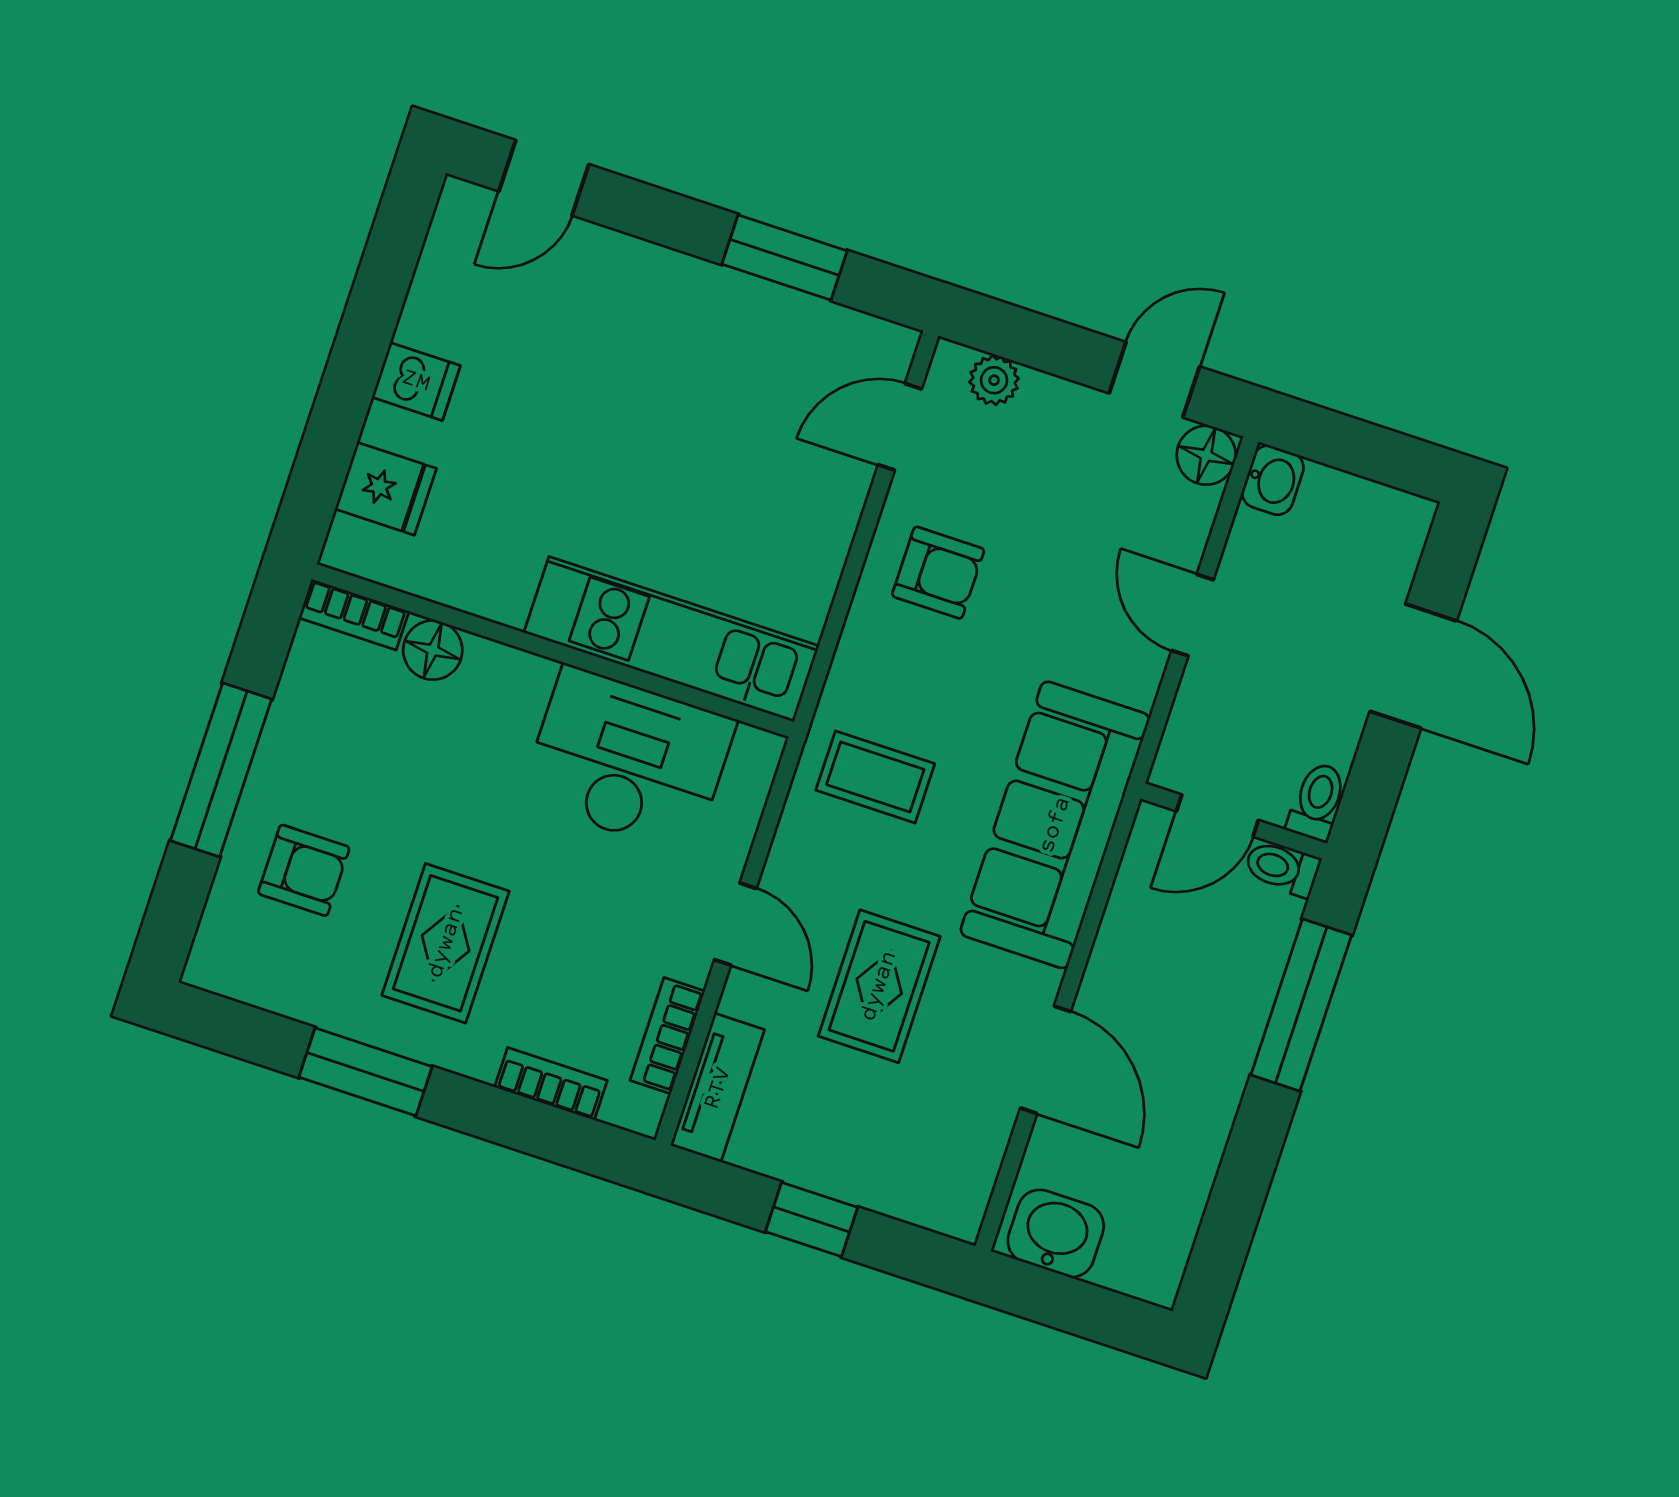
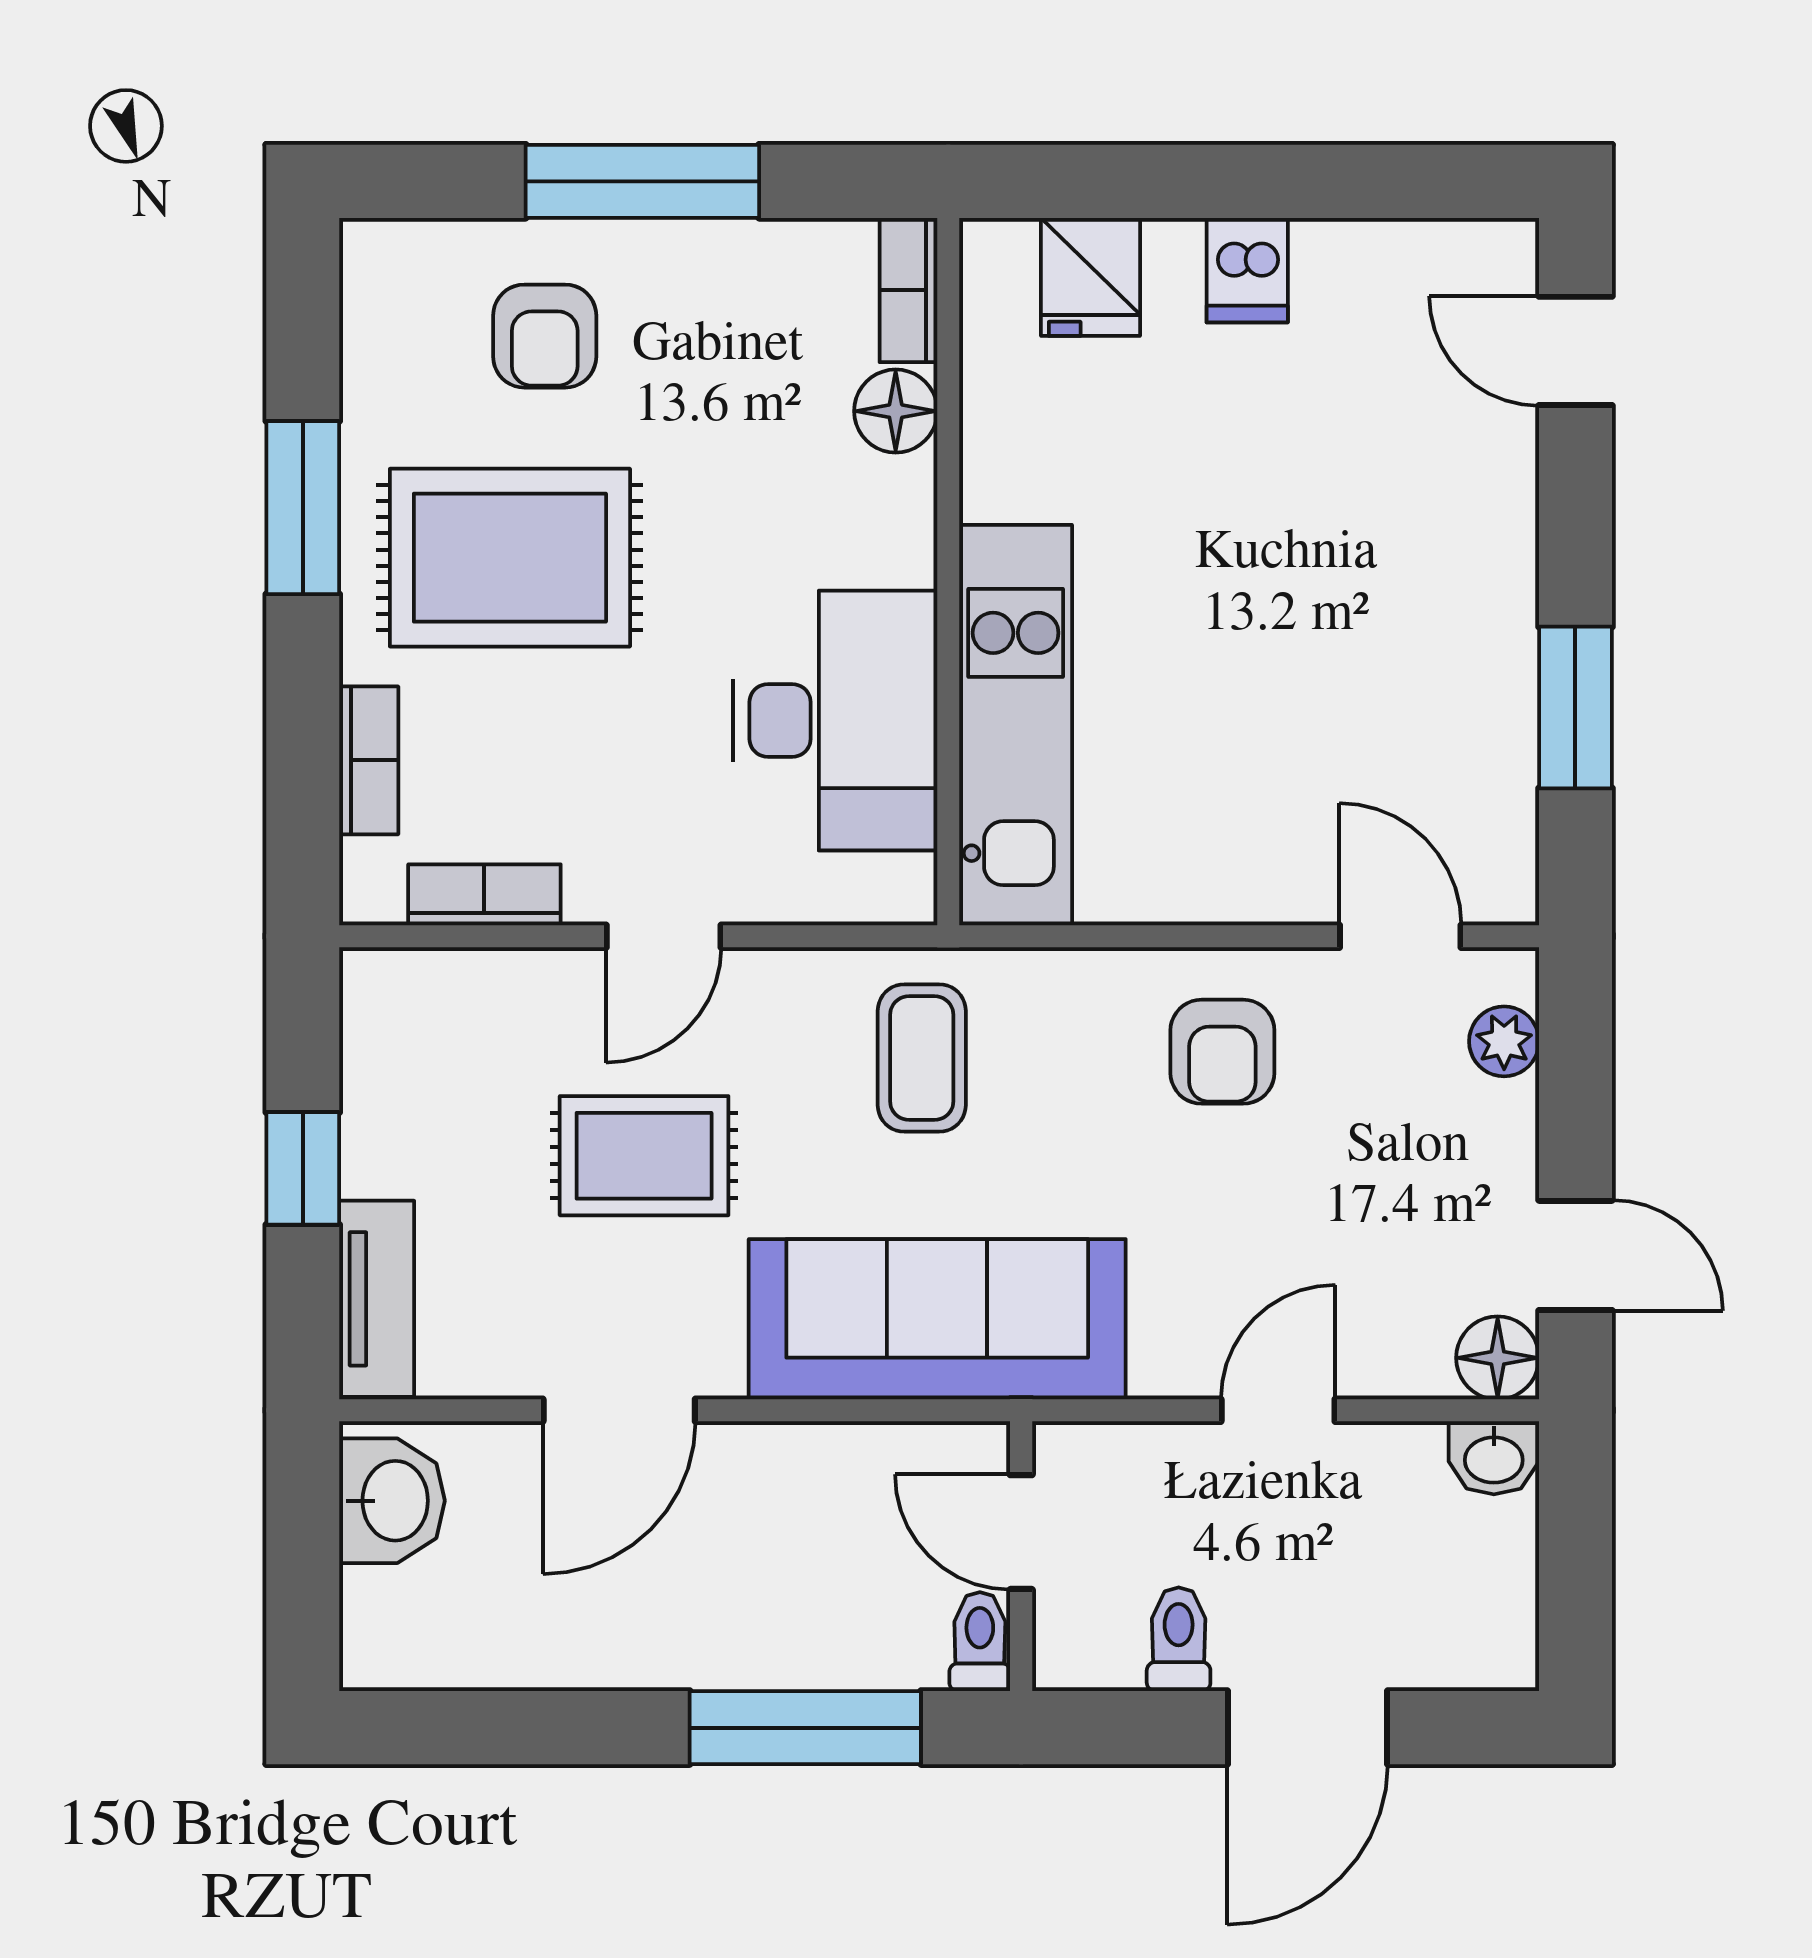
toilet: (1317, 802) -> (1179, 1639), moved, turned -90
rug: (446, 943) -> (510, 558), width x1.36, depth x1.43
tv unit: (718, 1088) -> (377, 1299), moved, turned -90

